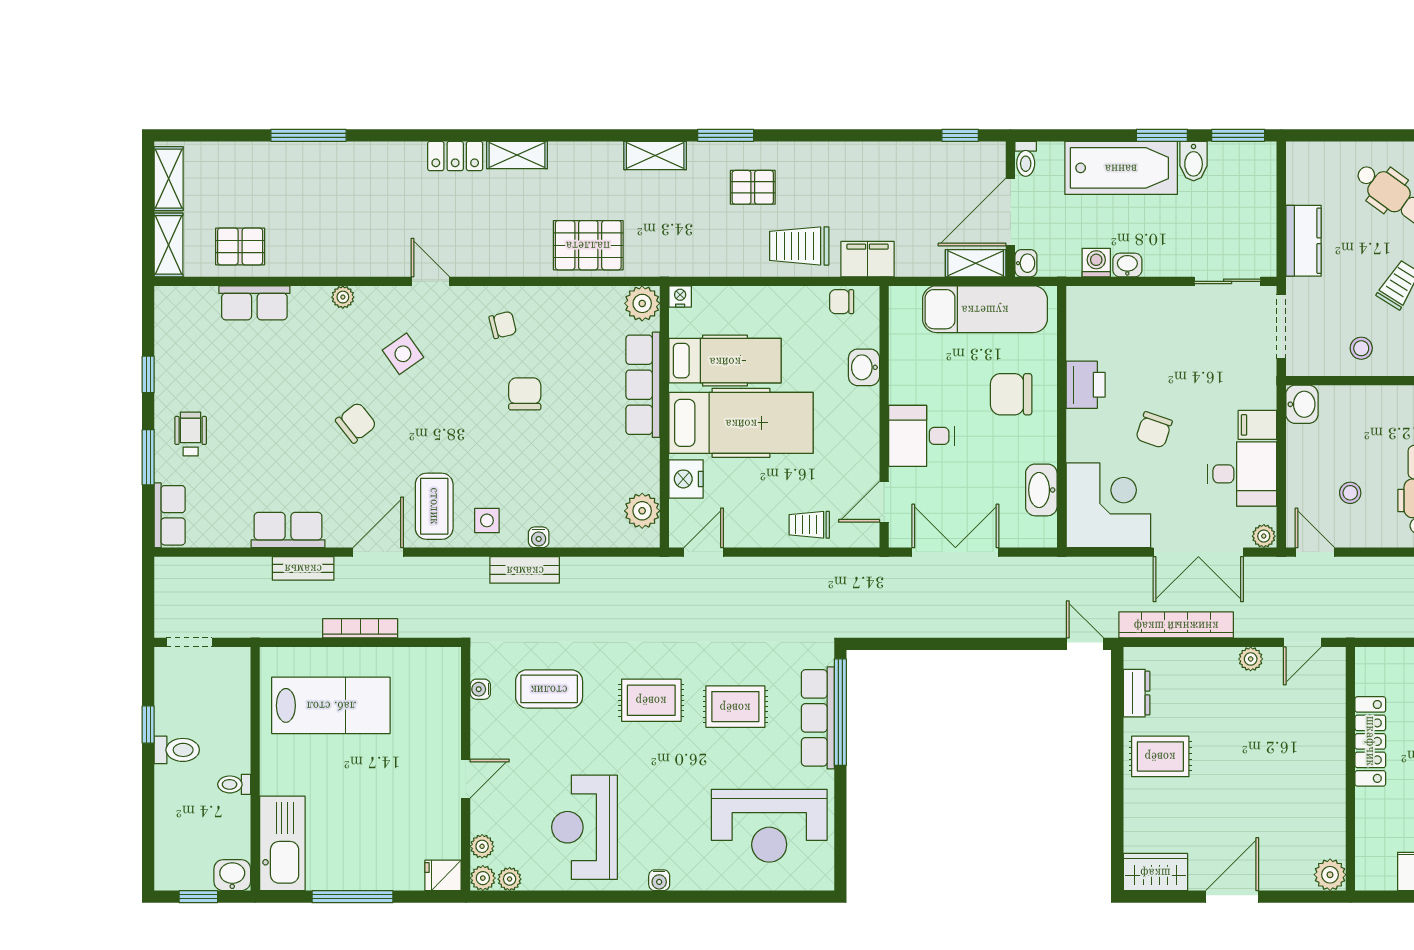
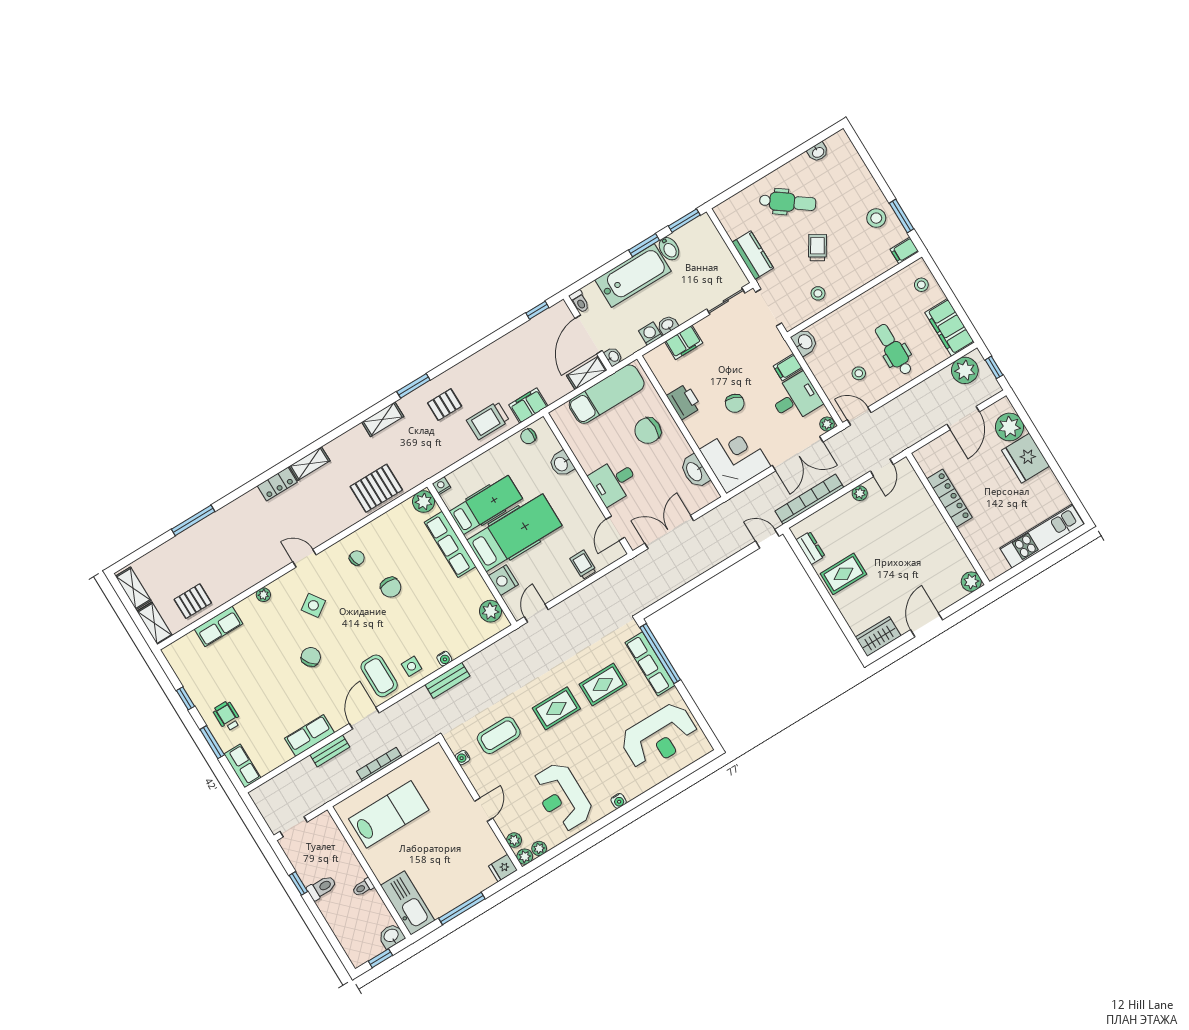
filing cabinet: (1135, 303) -> (684, 342), added
chair: (525, 394) -> (391, 587), turned 180
trolley: (809, 525) -> (583, 565), turned 90

